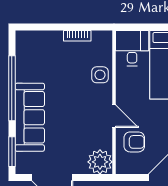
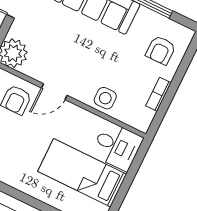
armchair: (43, 50) -> (161, 50), added

